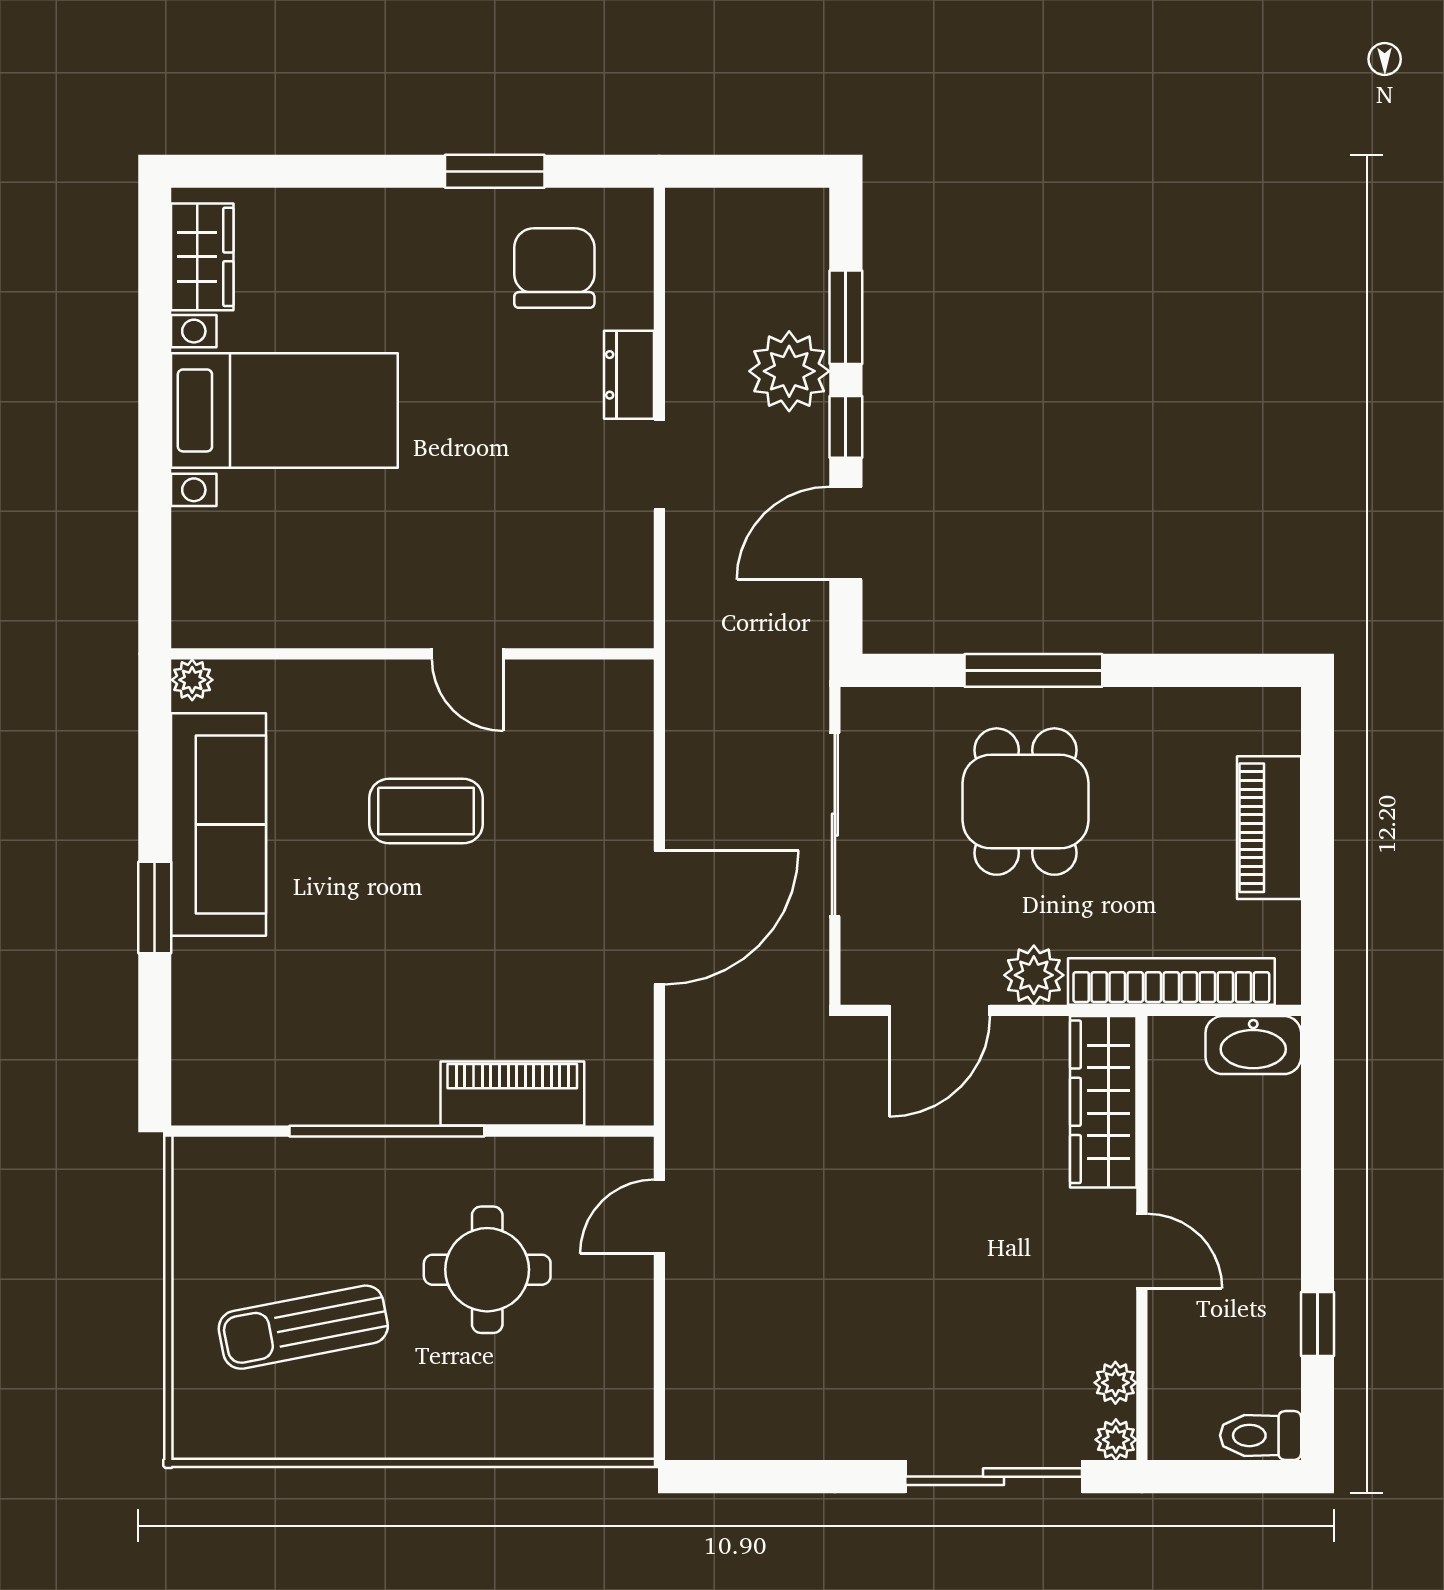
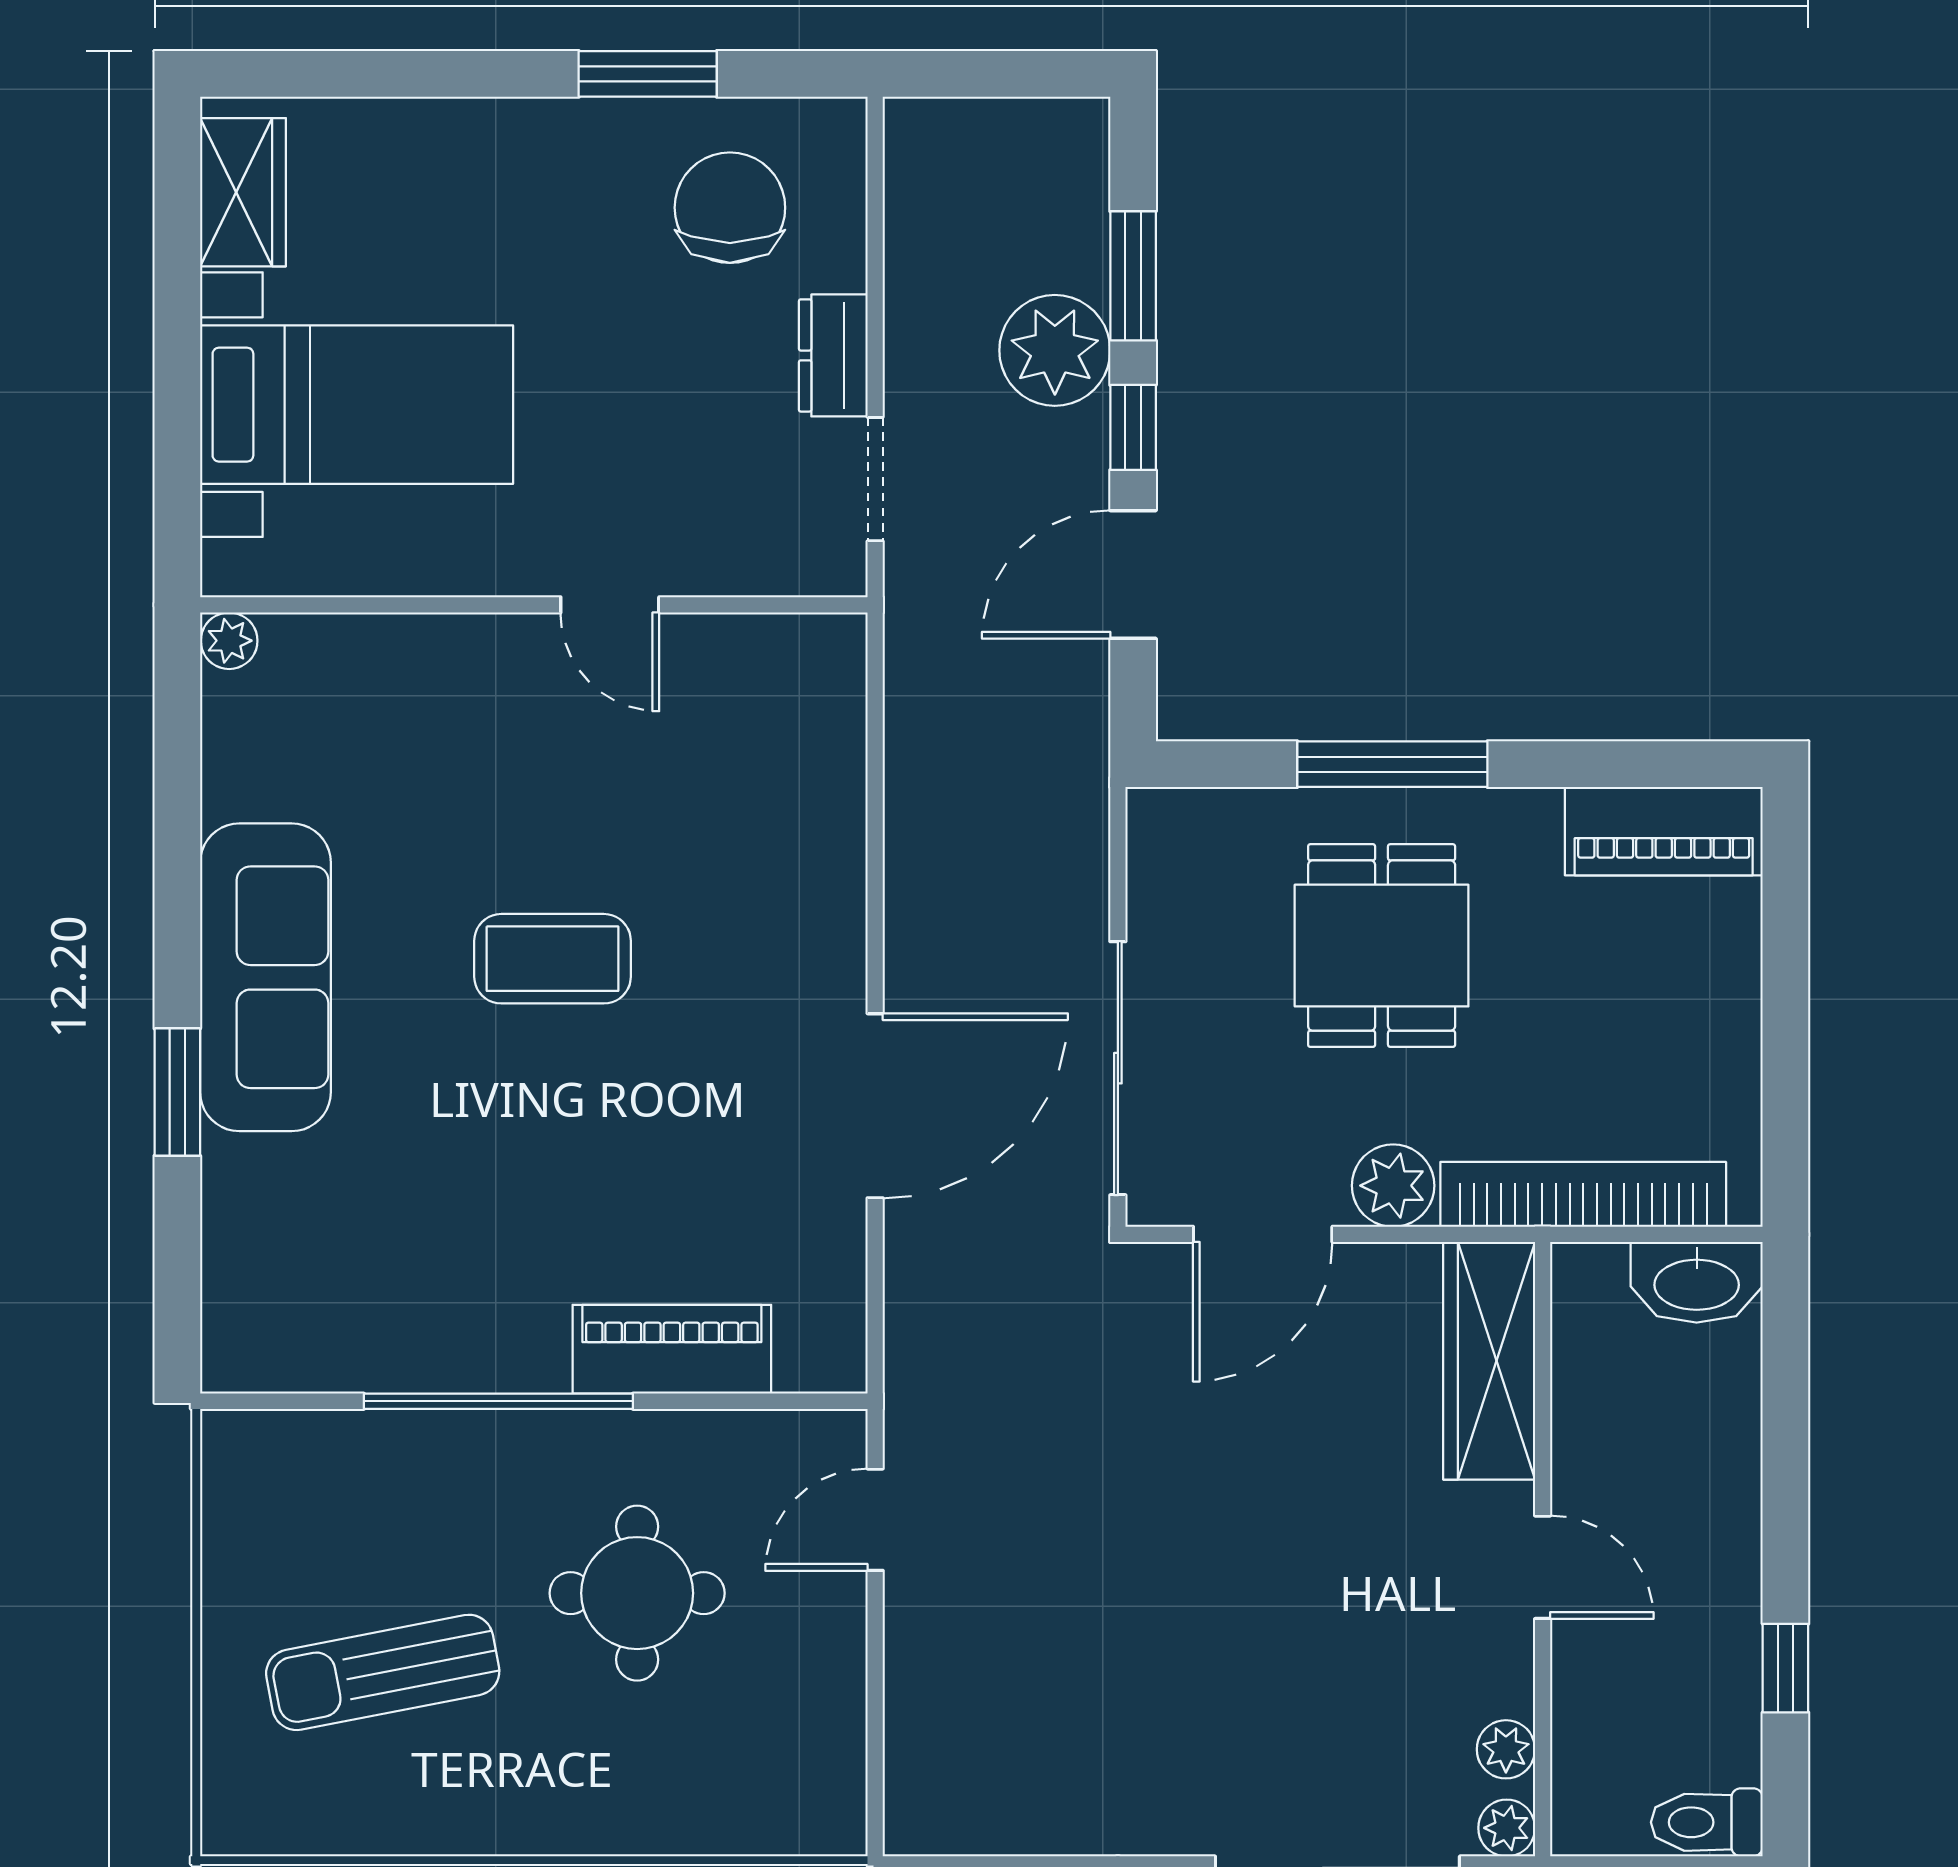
wall: (413, 654) -> (534, 605), moved
door: (467, 654) -> (610, 605), moved
plant: (192, 680) -> (229, 641), moved
sliding door: (835, 825) -> (1118, 1068), moved
piano: (1269, 828) -> (1664, 831), moved, turned -90

